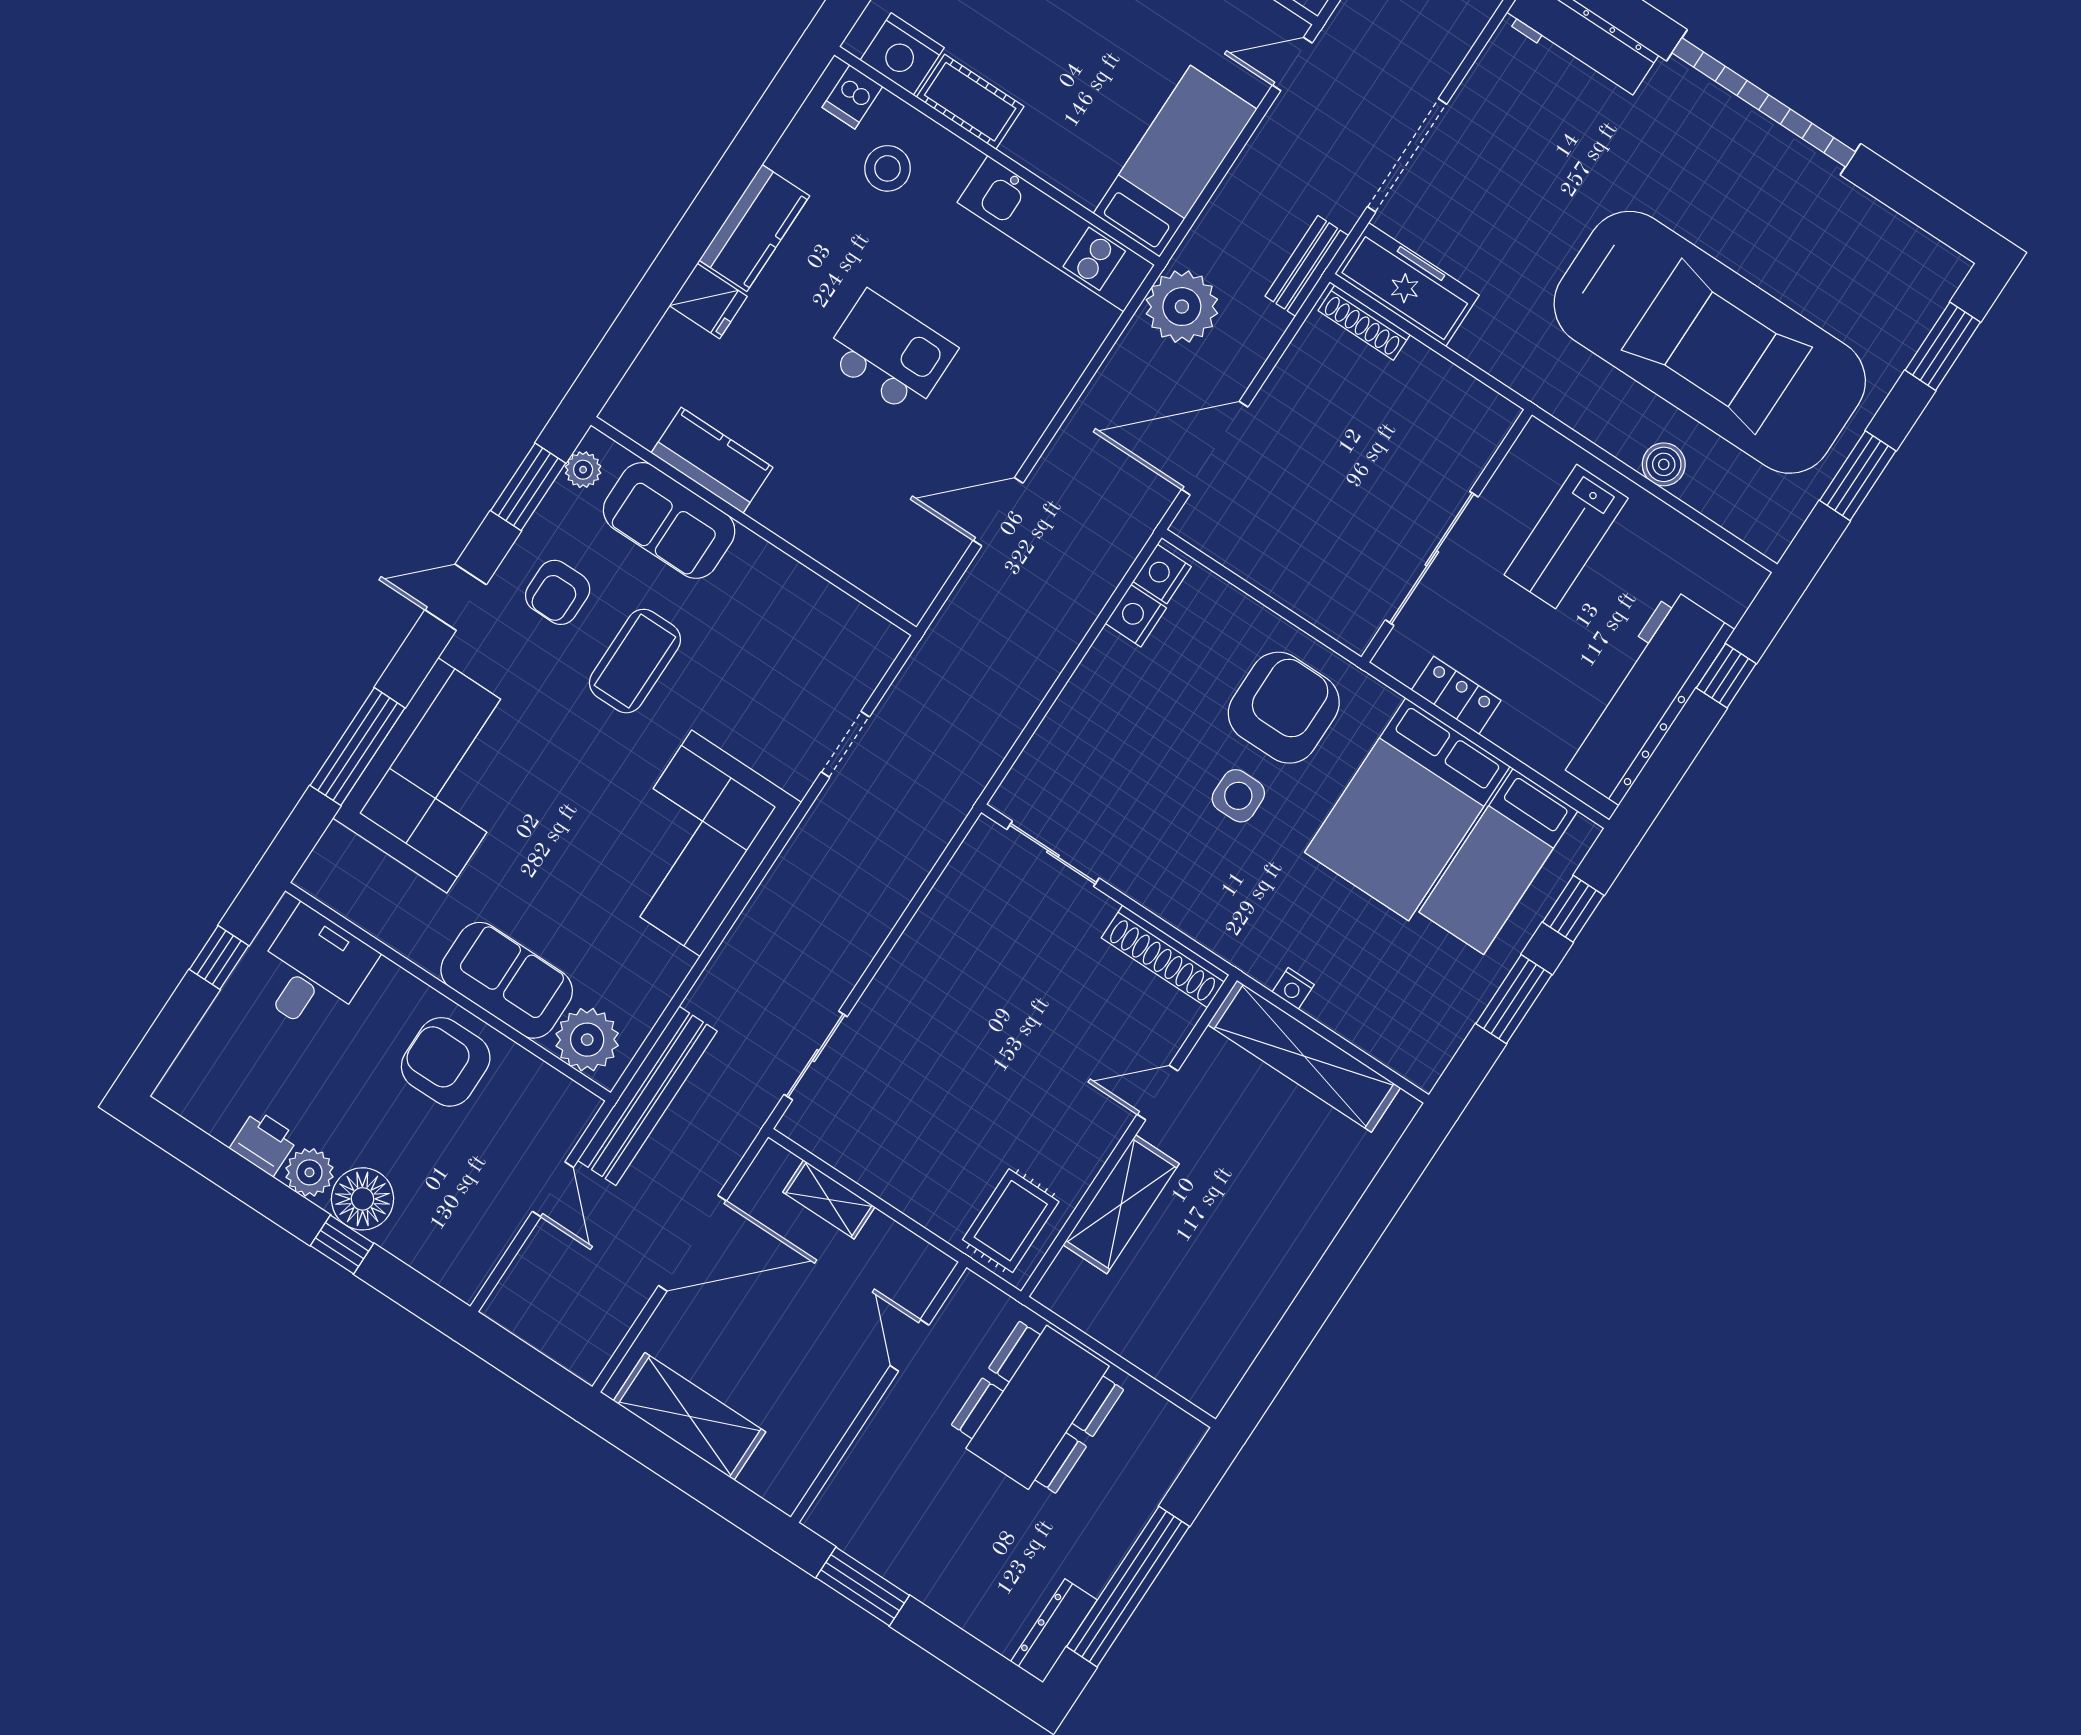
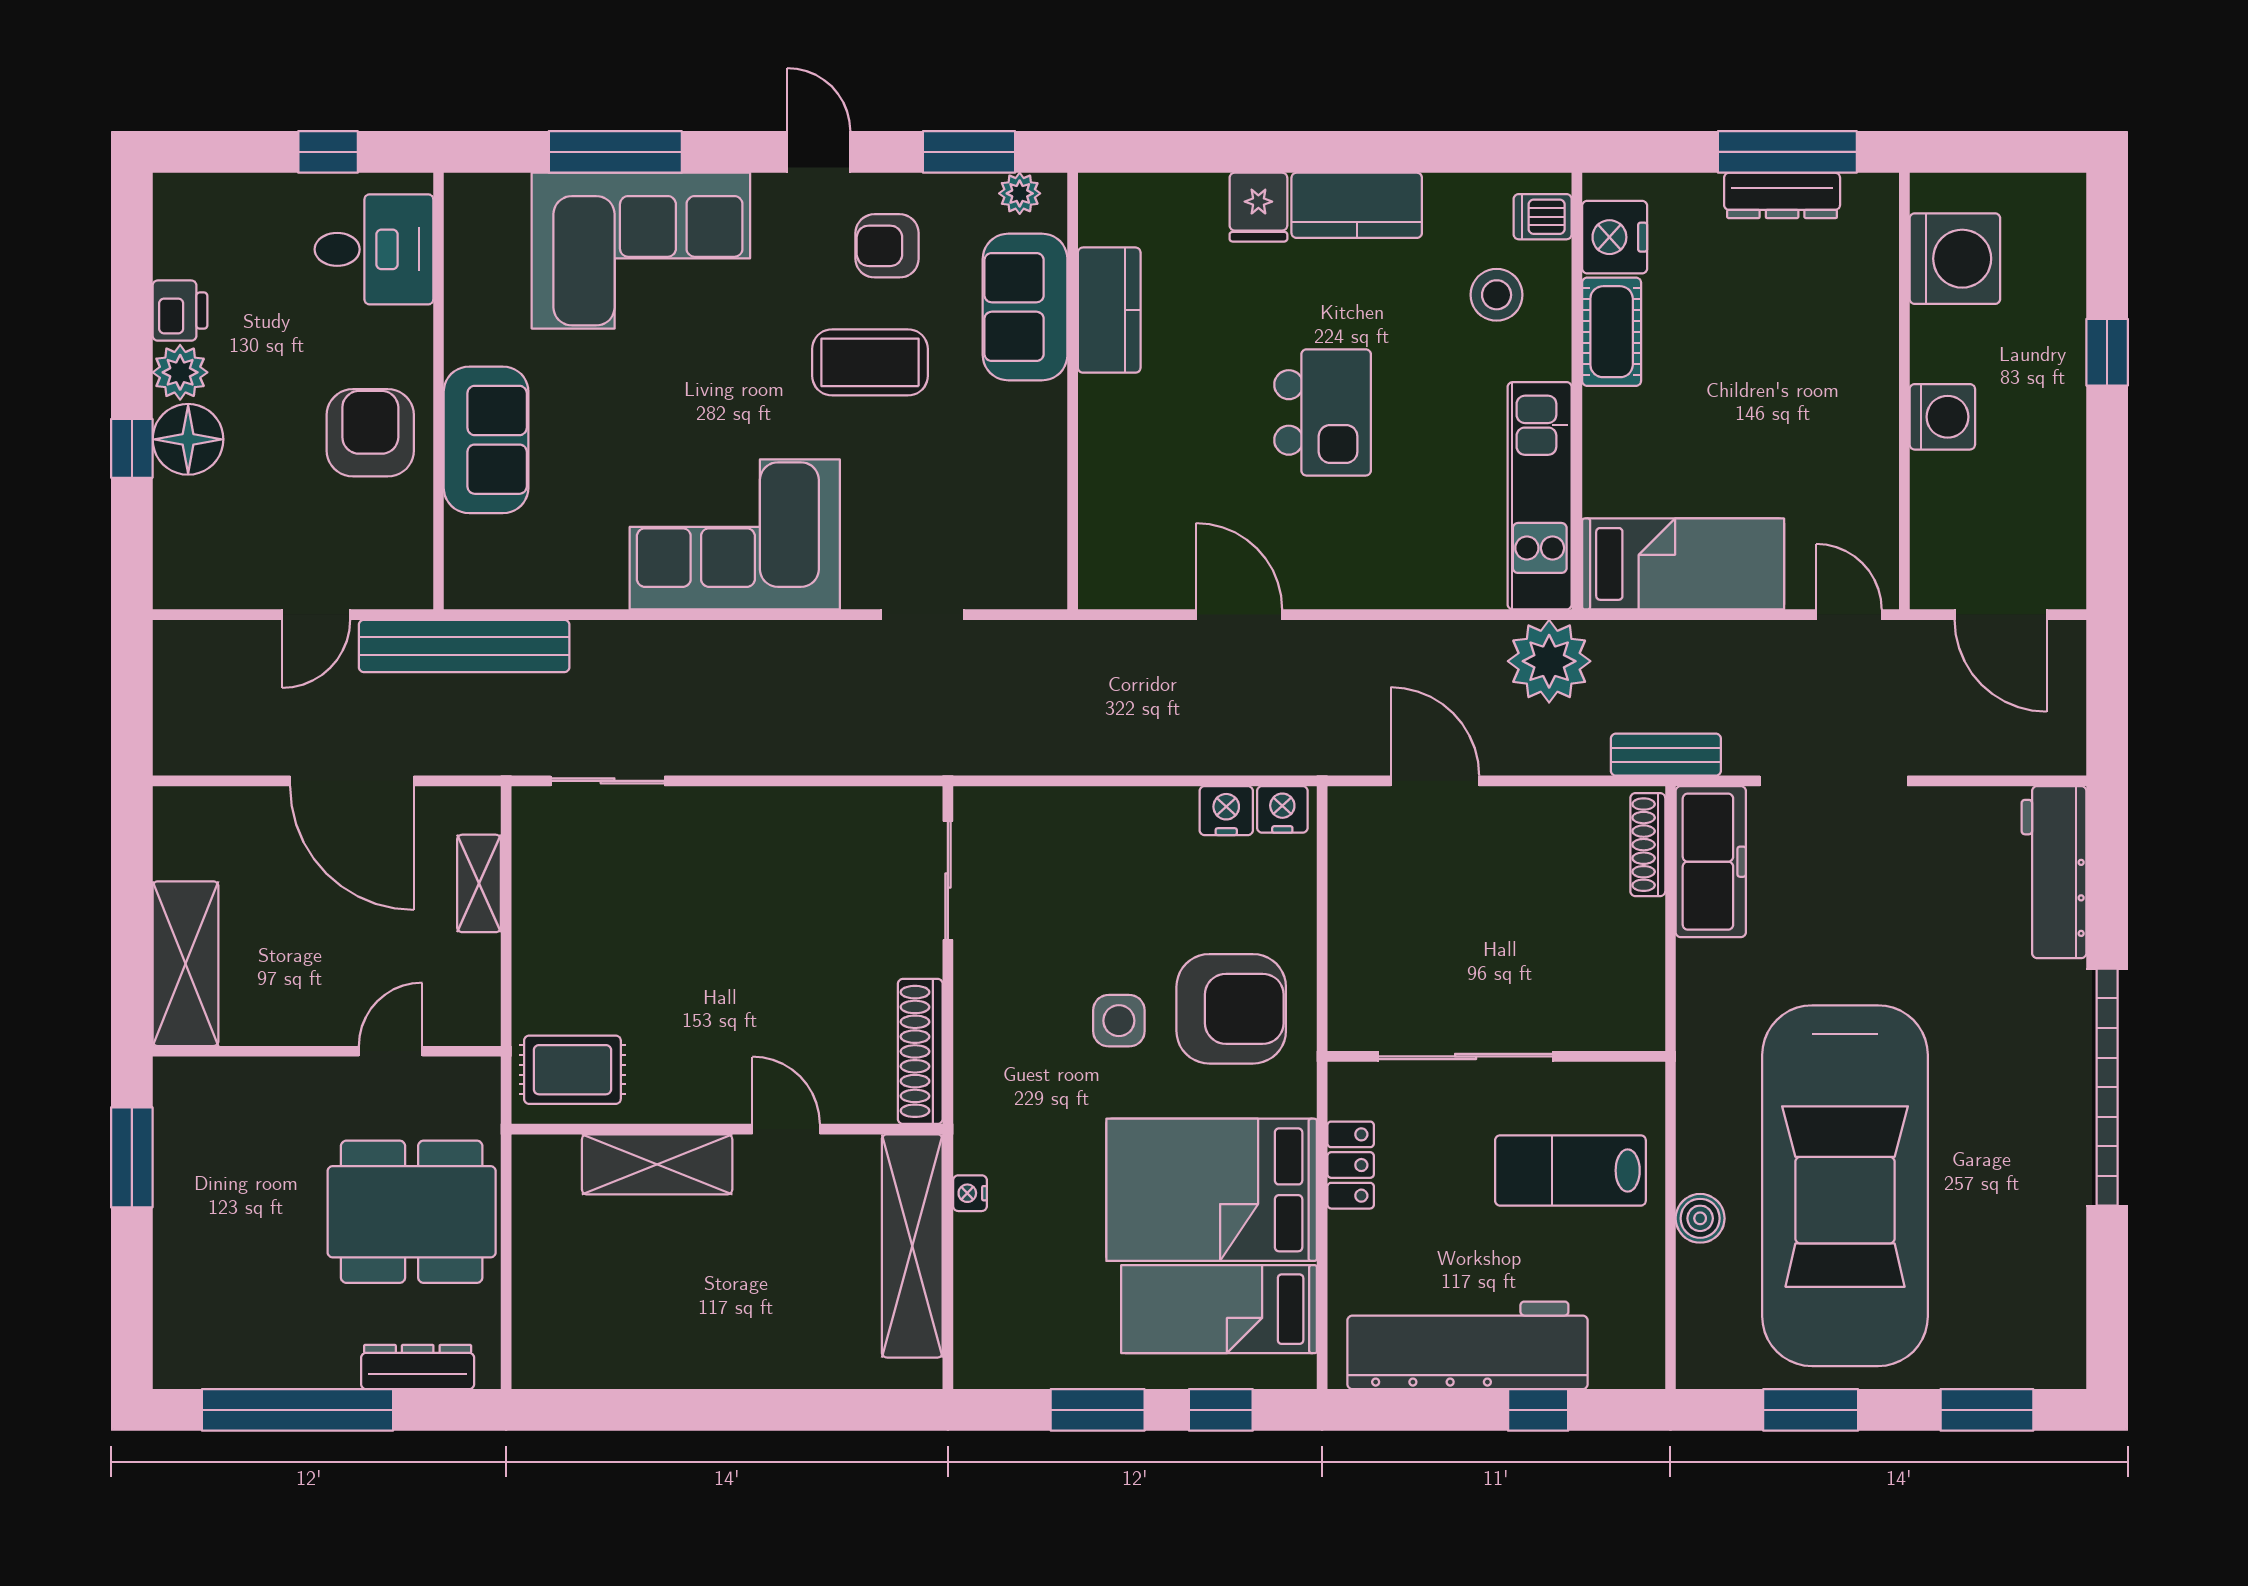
door: (1215, 448) -> (1435, 781), width x0.73
plant: (587, 1040) -> (480, 554), removed
shelving: (690, 1416) -> (186, 964), moved
dresser: (1054, 1631) -> (418, 1367), moved

